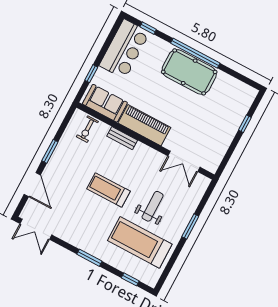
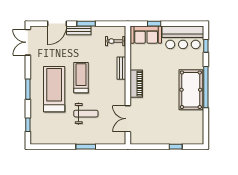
sofa: (105, 103) -> (146, 35), moved, turned 90
piano: (144, 125) -> (136, 84), width x0.73, depth x0.75
bench: (53, 164) -> (79, 30), added
treadmill: (140, 242) -> (54, 89), moved

